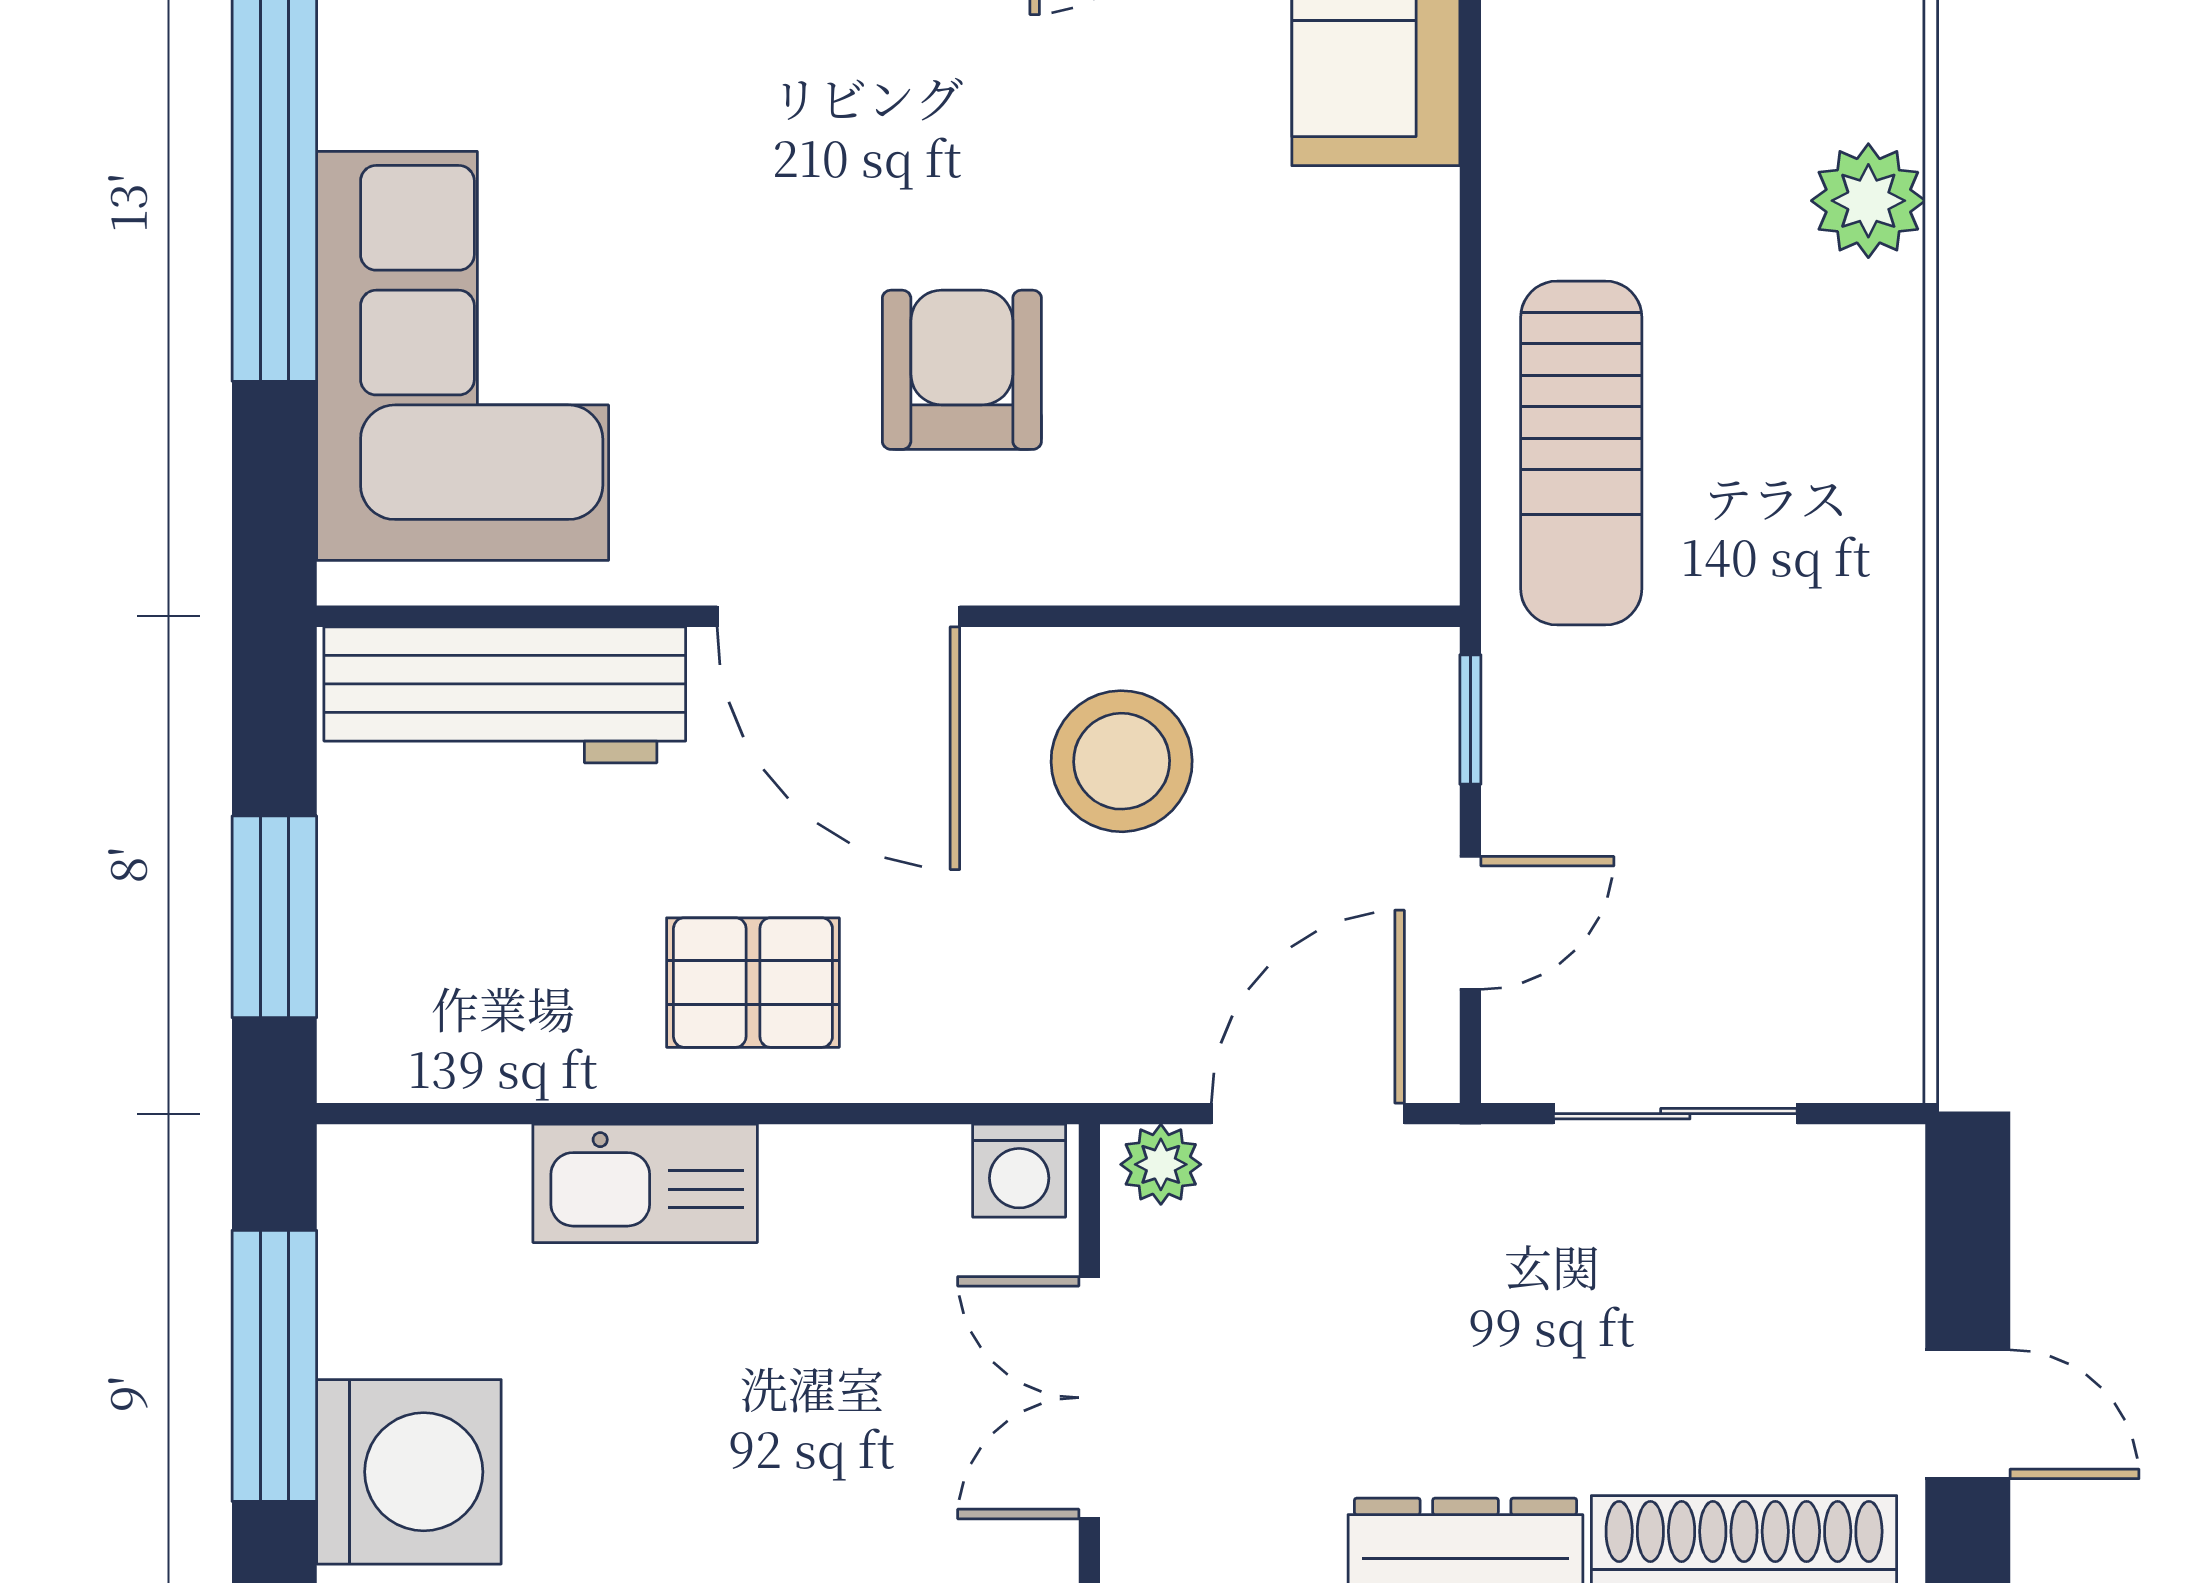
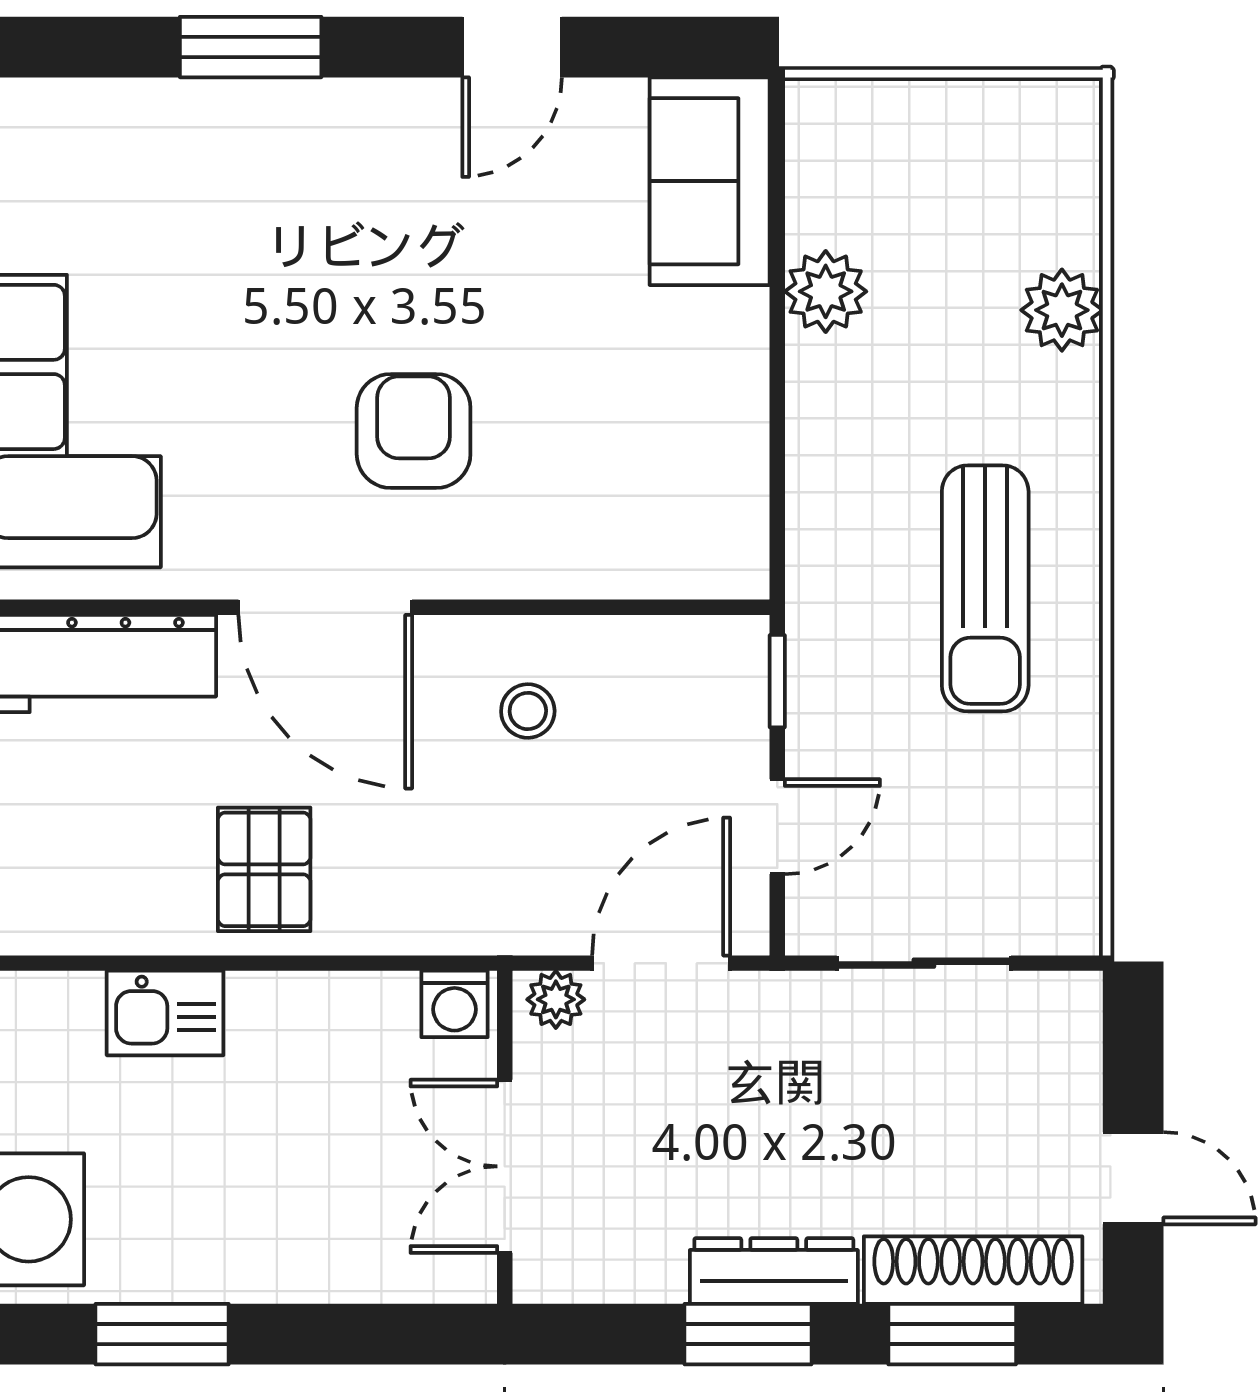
plant: (1538, 175) -> (826, 291), added
sun lounger: (1581, 453) -> (985, 588), moved
stool: (1122, 761) -> (528, 711), width x0.53, depth x0.53
pallet: (753, 983) -> (264, 869), turned 90
kitchen sink: (645, 1183) -> (165, 1013), width x0.73

